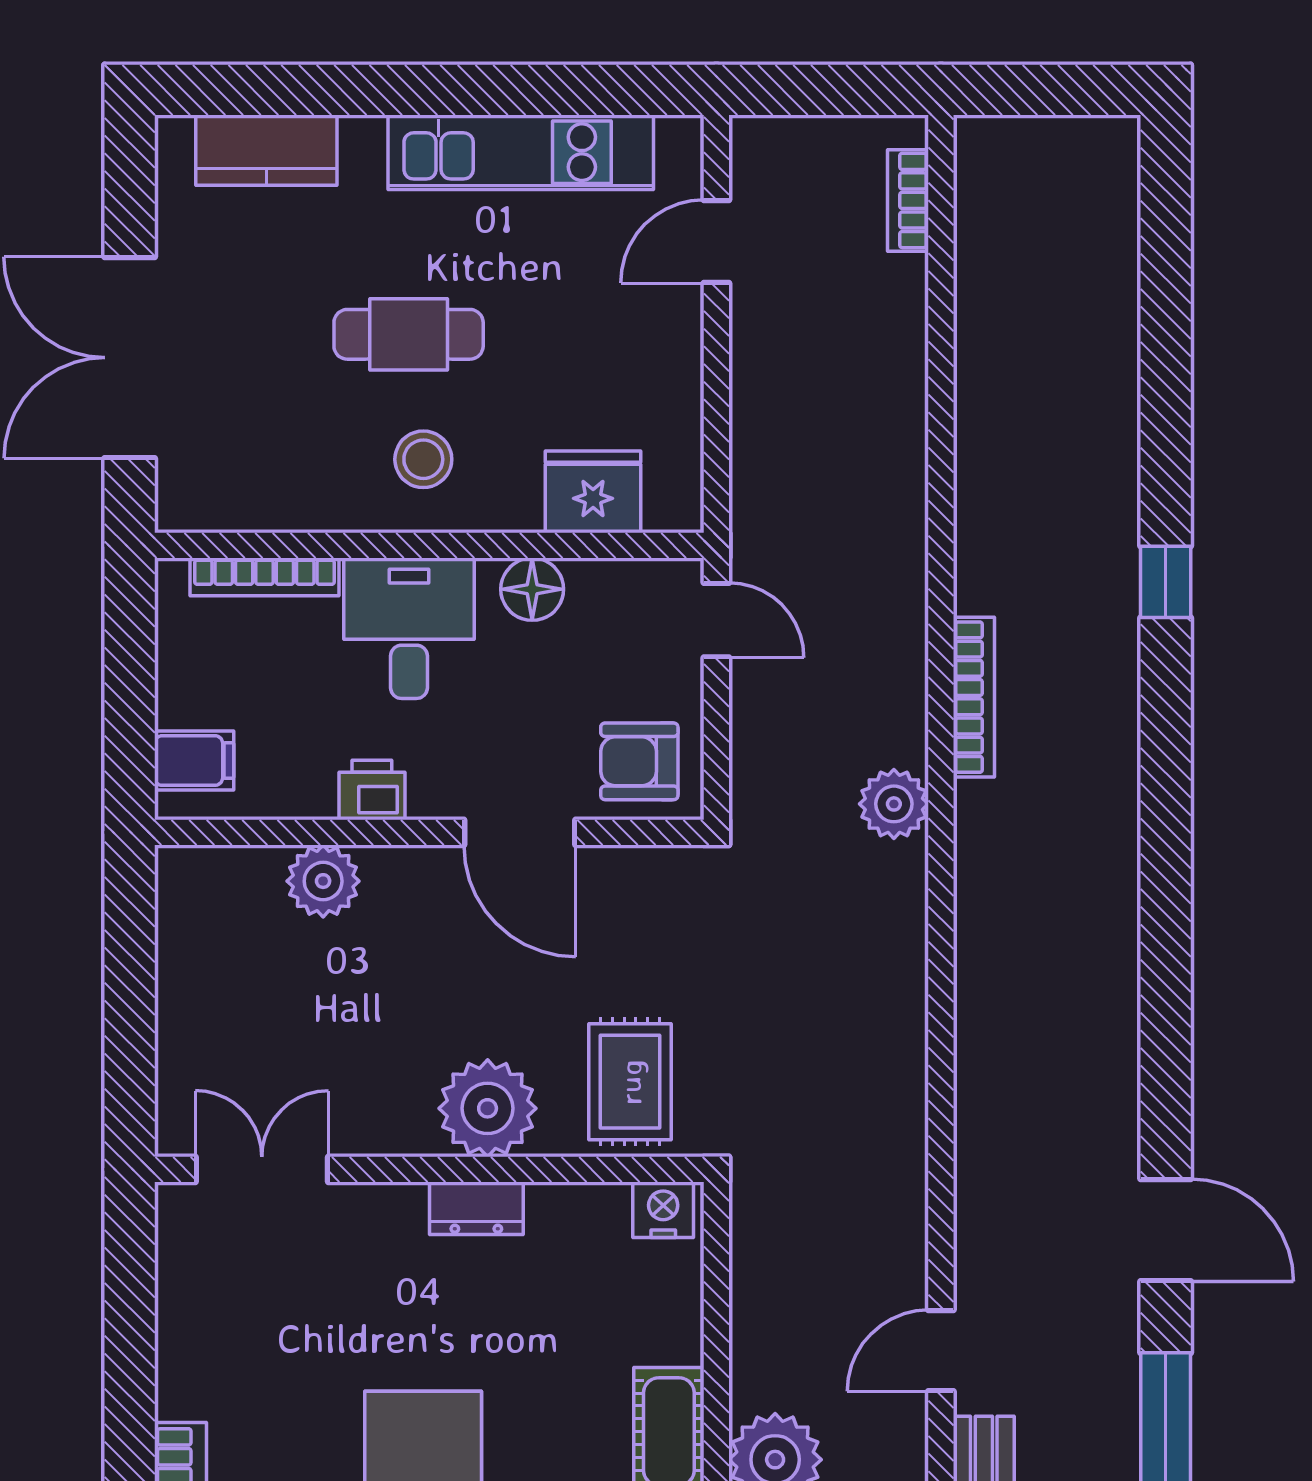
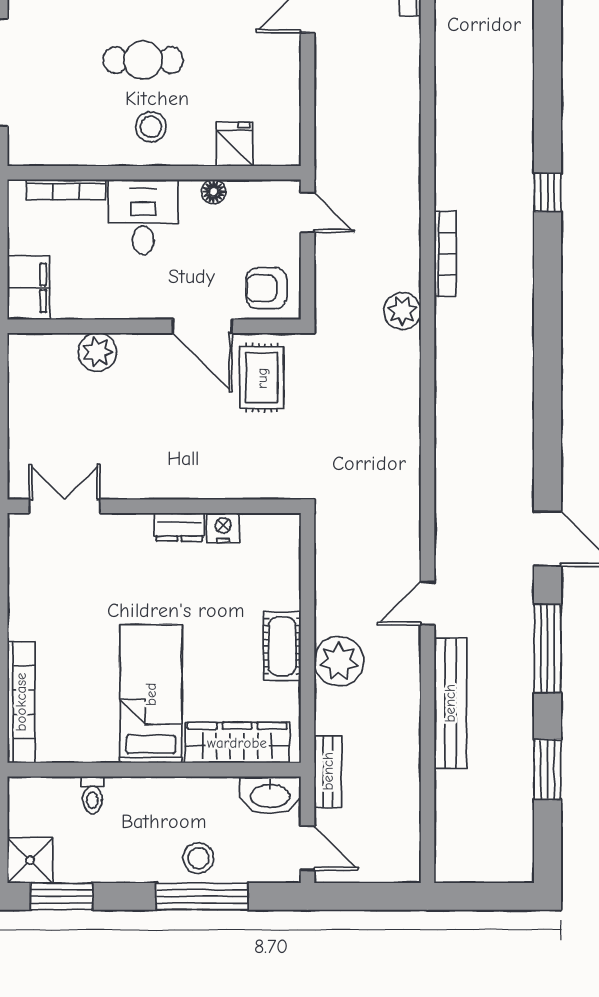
fridge: (593, 492) -> (235, 144), width x0.72
floor lamp: (532, 589) -> (214, 192), width x0.73, depth x0.73
filing cabinet: (194, 761) -> (28, 288), width x2.00
printer: (372, 790) -> (123, 304), removed
rug: (630, 1082) -> (262, 378), moved
plant: (488, 1108) -> (185, 474), removed
nightstand: (663, 1210) -> (223, 528), moved

